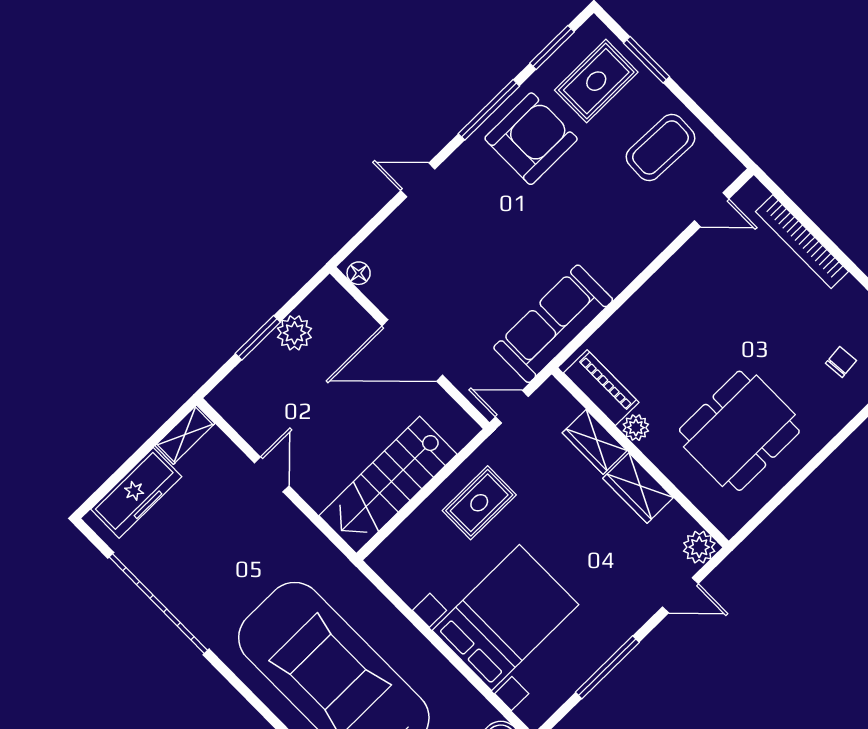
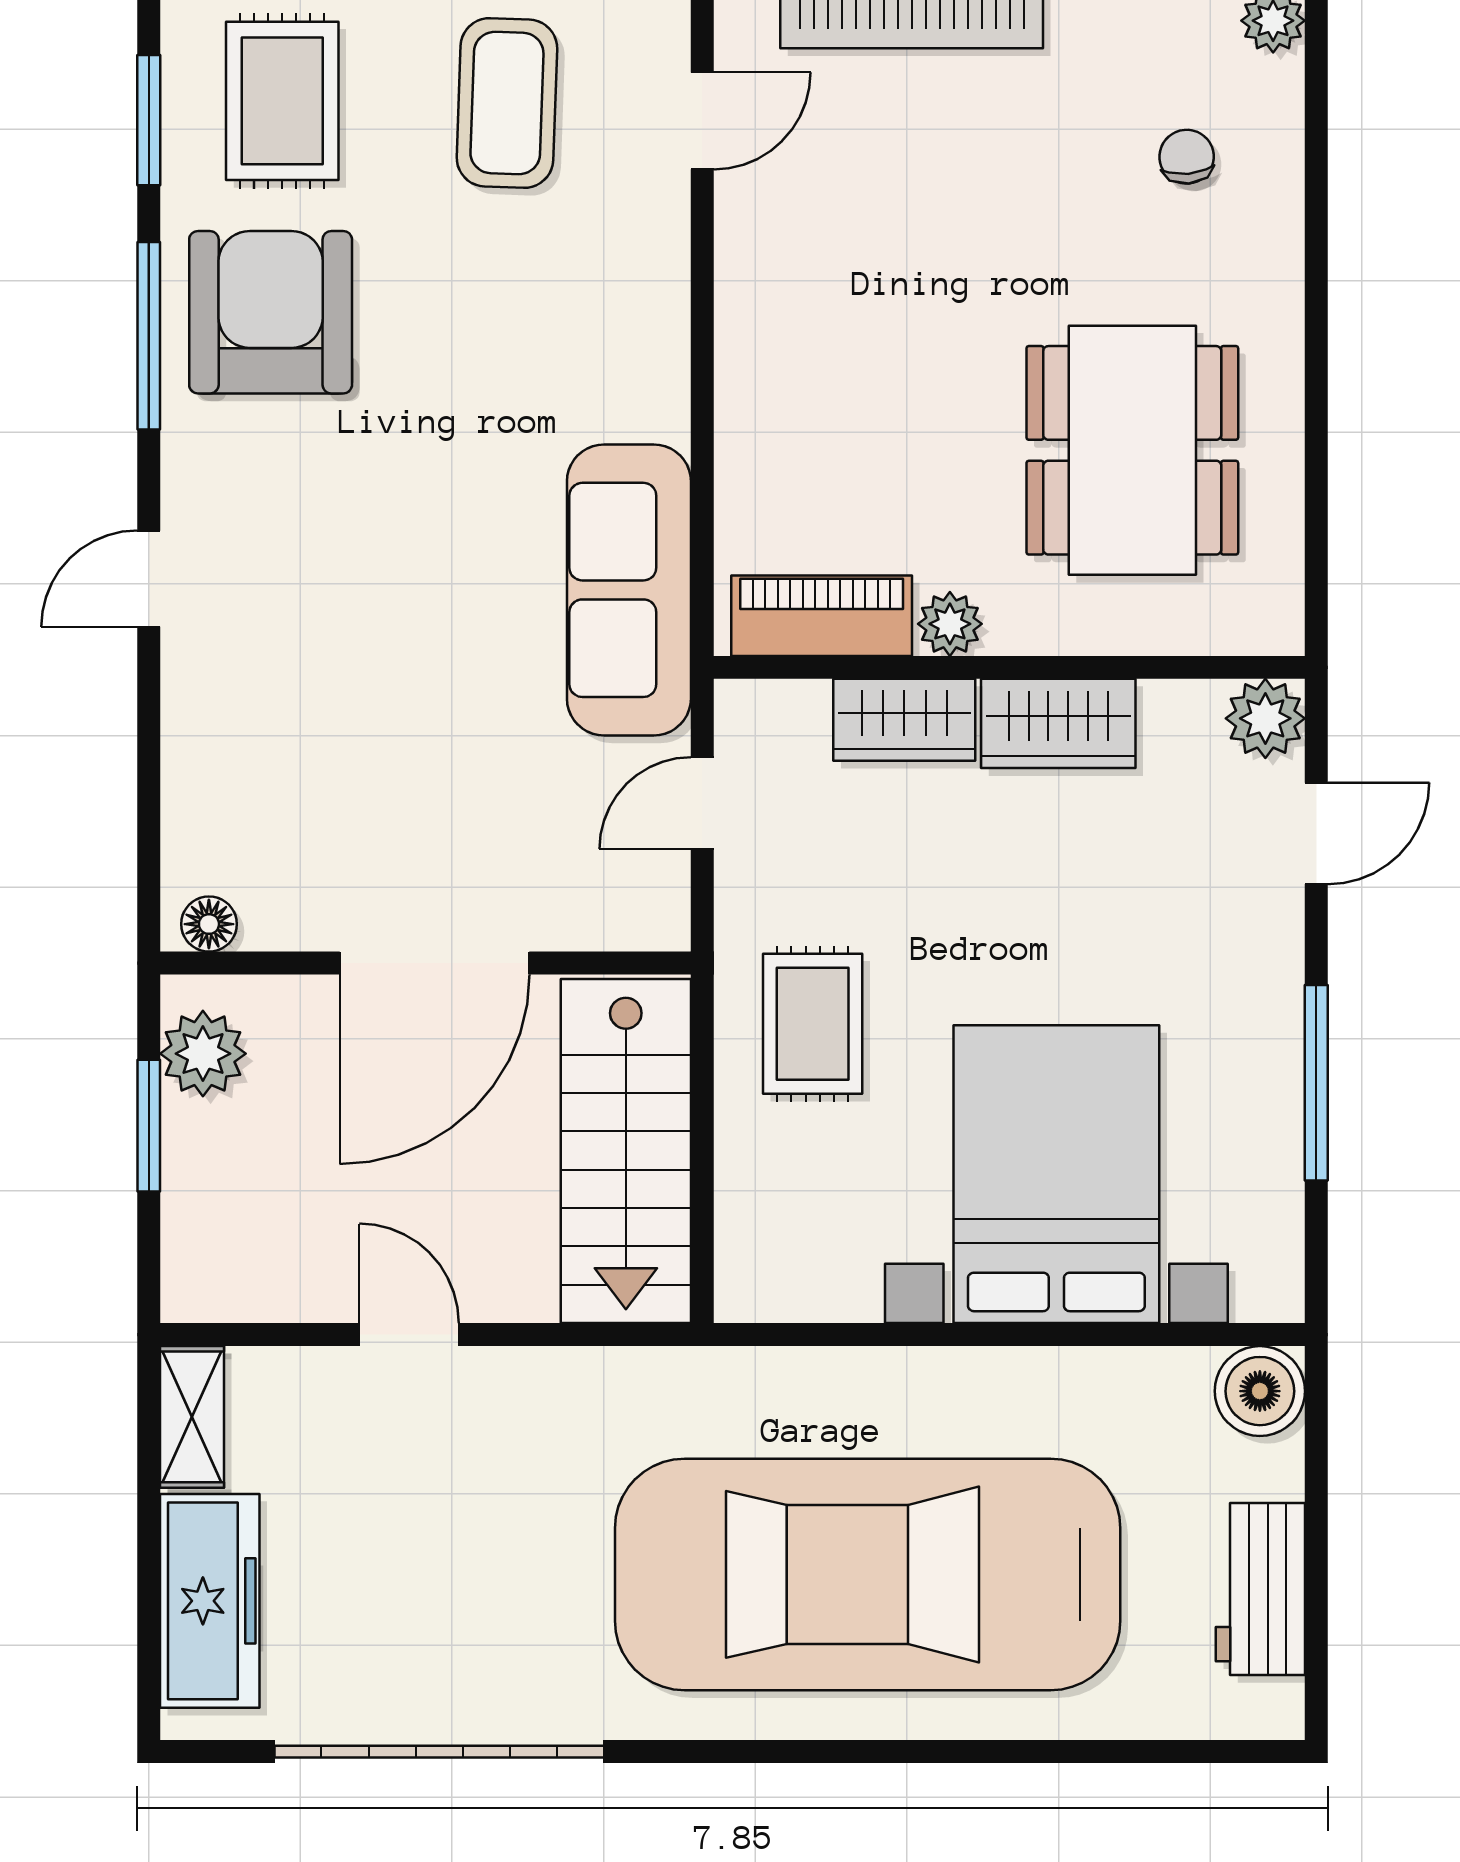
floor lamp: (359, 273) -> (209, 924), moved
wall: (410, 348) -> (425, 963), moved
door: (412, 351) -> (435, 963), moved

